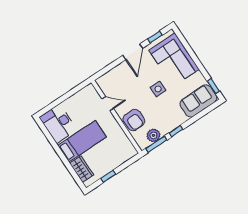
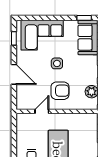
door: (133, 52) -> (14, 74), moved
armchair: (134, 120) -> (60, 91), moved

